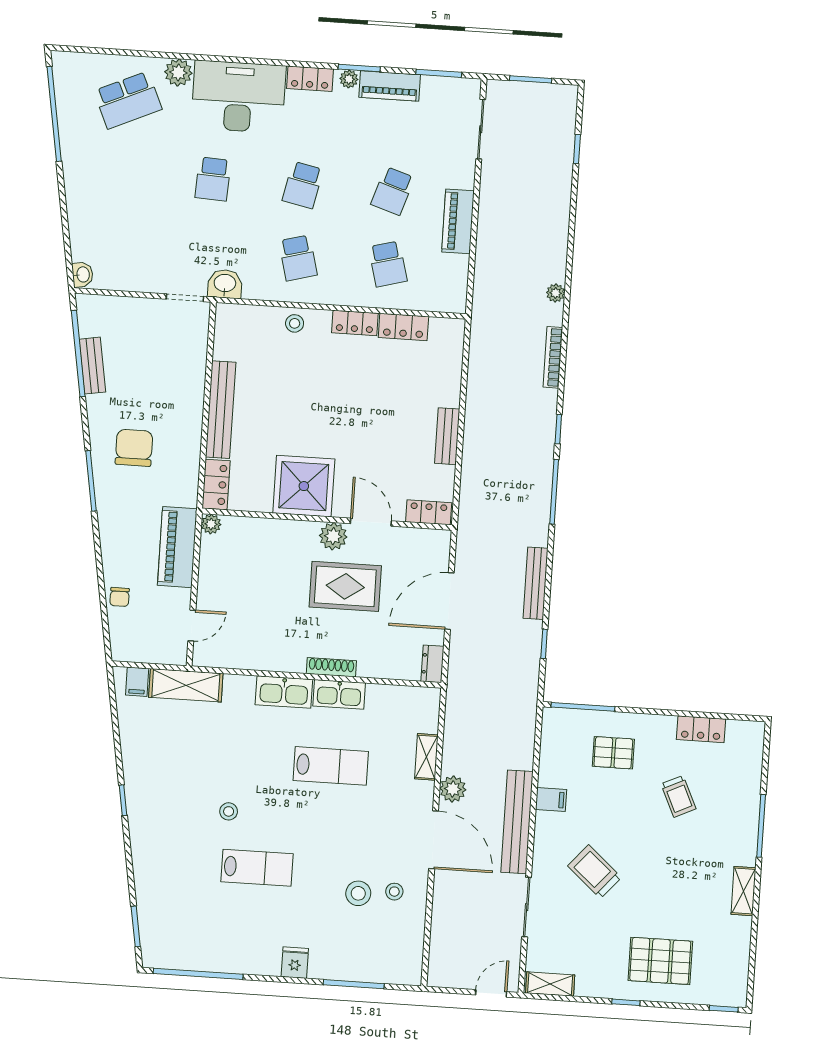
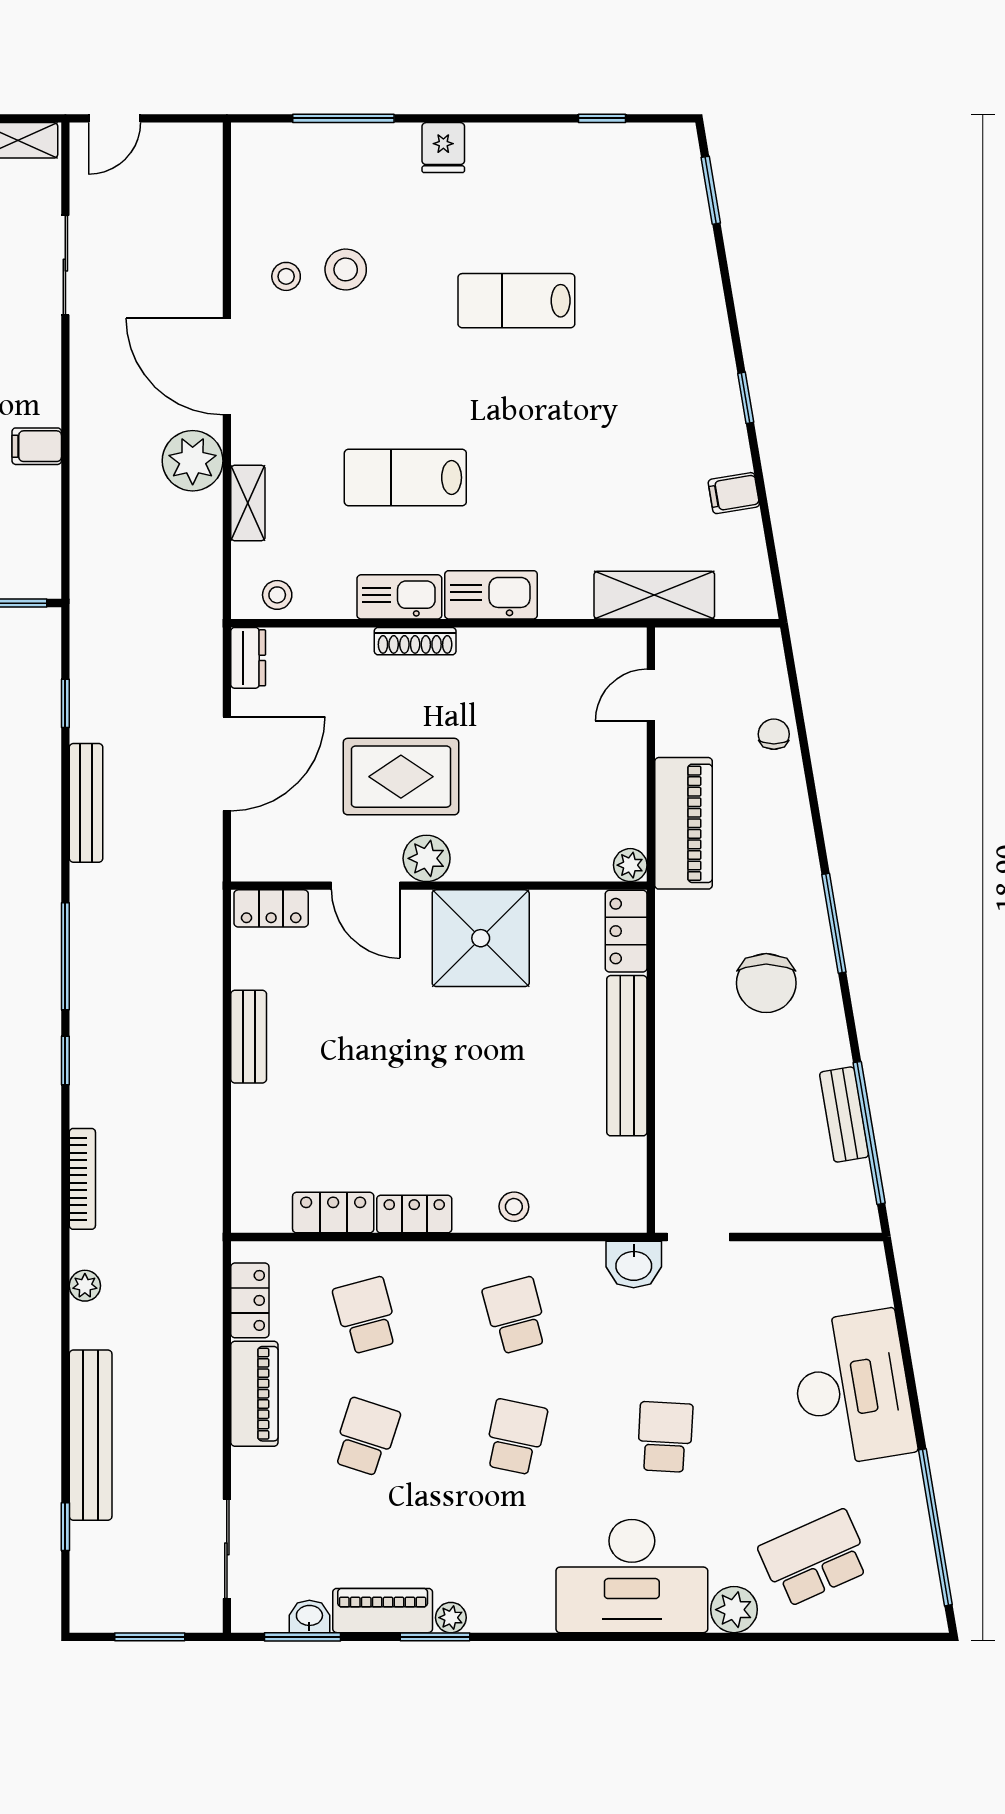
locker: (310, 79) -> (250, 1300), moved, turned 90
desk: (99, 201) -> (852, 1388), added
washbasin: (83, 275) -> (309, 1616), moved, turned 100
filing cabinet: (137, 682) -> (734, 493), moved, turned -100
plant: (453, 789) -> (193, 461), width x1.36, depth x1.36
stool: (229, 811) -> (277, 595), moved
bench: (517, 822) -> (91, 1435), moved
window: (198, 974) -> (602, 118), width x0.32

